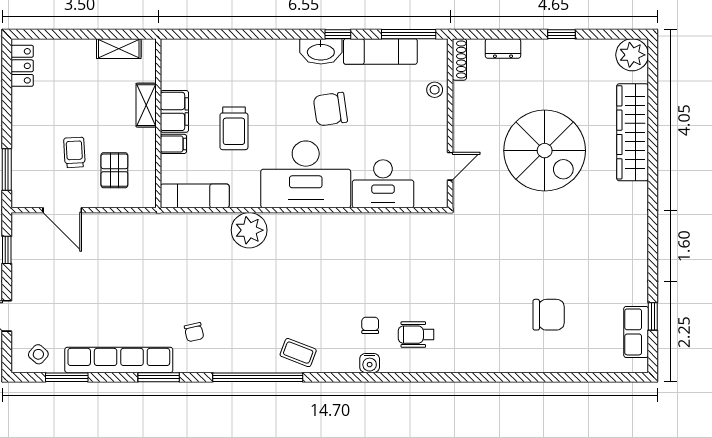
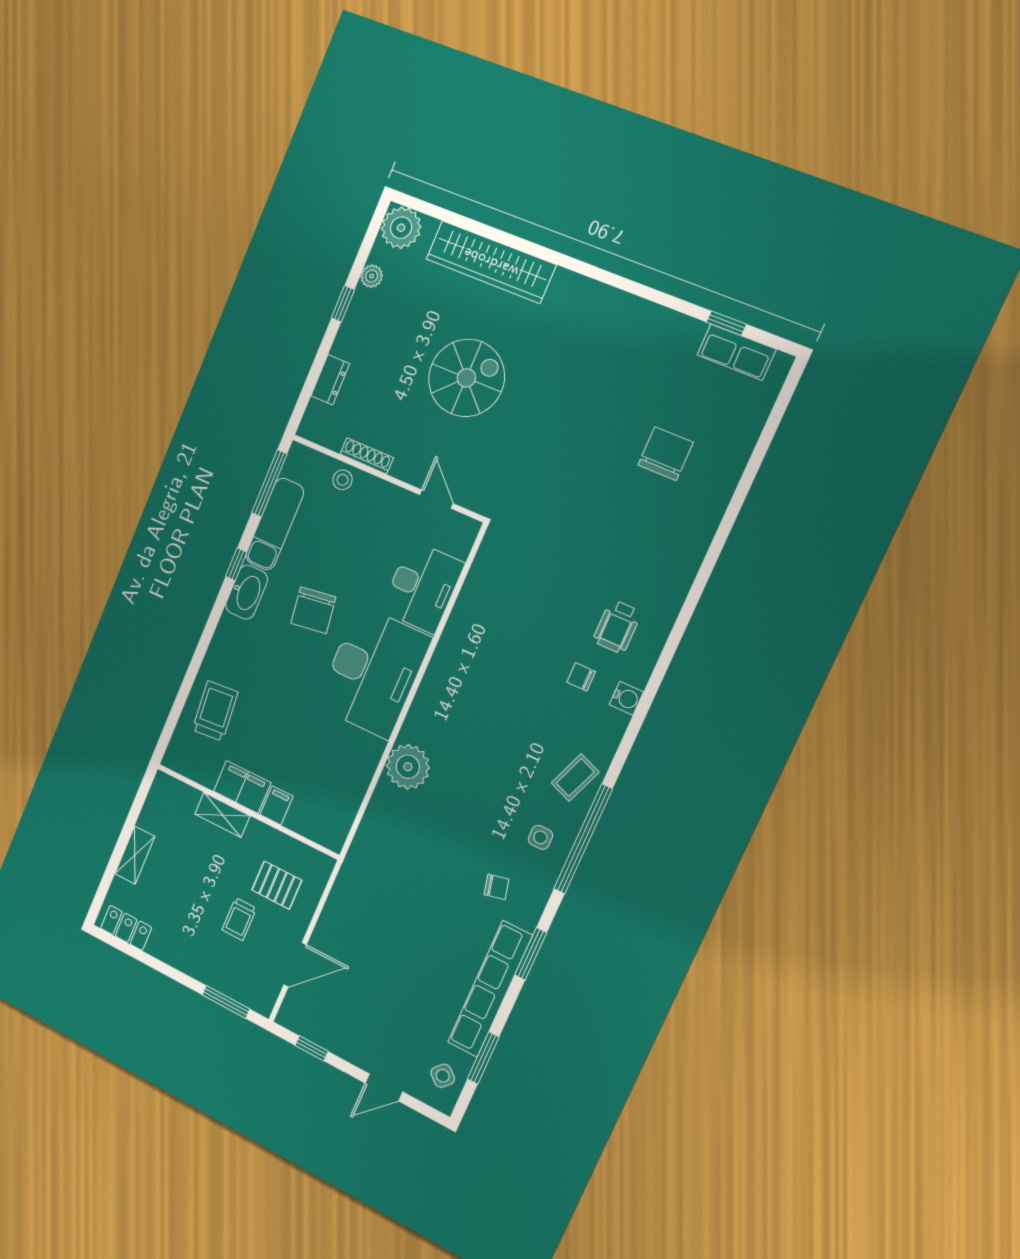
plant: (590, 48) -> (372, 276), added
shelving: (119, 49) -> (135, 855), moved
shoe rack: (459, 59) -> (367, 456), moved
trolley: (234, 128) -> (215, 711), moved, turned -95
spiral stairs: (545, 151) -> (466, 378), width x0.73, depth x0.73
trolley: (74, 152) -> (239, 919), turned -87
exam couch: (195, 196) -> (343, 810), removed
side table: (244, 347) -> (540, 837), added

